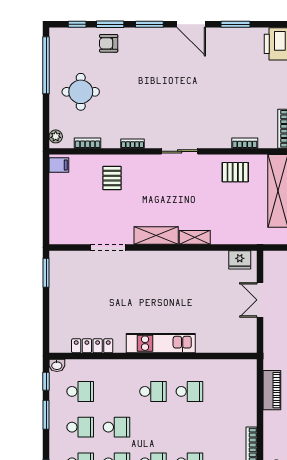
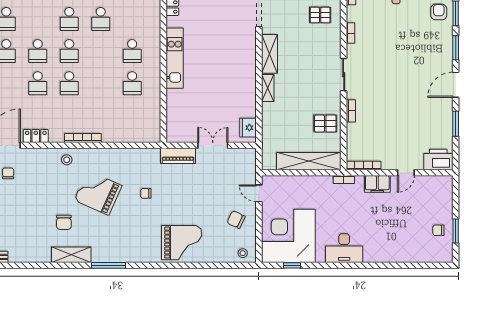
bookcase: (245, 143) -> (351, 111), moved
pallet: (235, 172) -> (325, 124), turned 90
piano: (272, 390) -> (178, 156), moved

